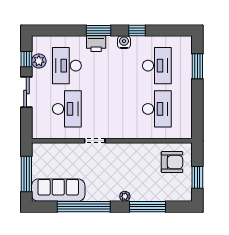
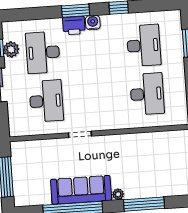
water cooler: (124, 42) -> (93, 23), moved
armchair: (172, 162) -> (168, 152), removed
sofa: (58, 190) -> (81, 190), moved

